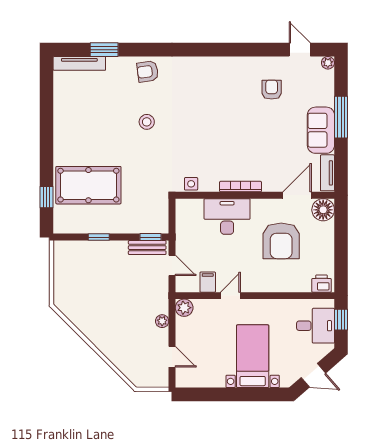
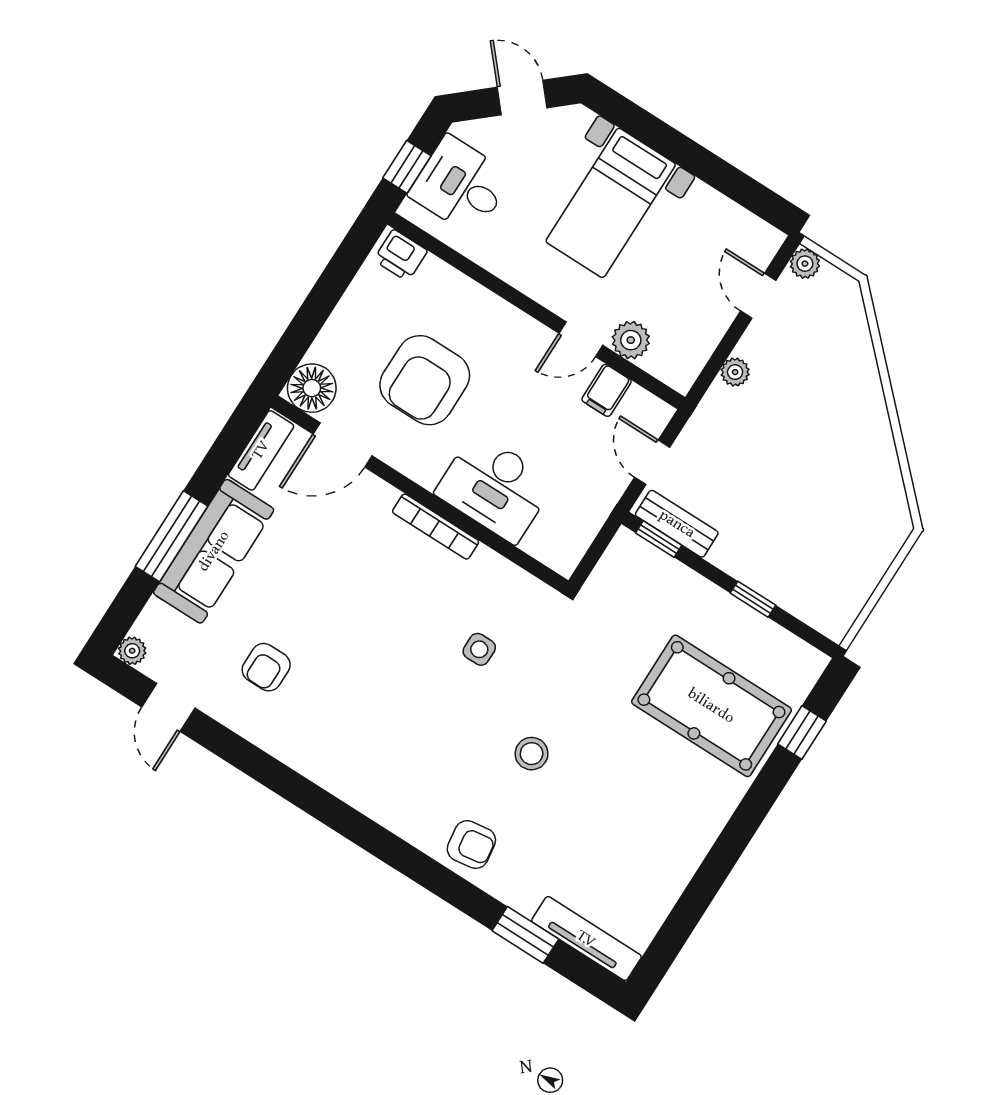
sofa: (321, 130) -> (214, 551), width x1.36
side table: (191, 184) -> (479, 649), moved
armchair: (281, 241) -> (425, 380), turned 180
plant: (184, 308) -> (631, 340), moved
plant: (162, 381) -> (805, 264), added

